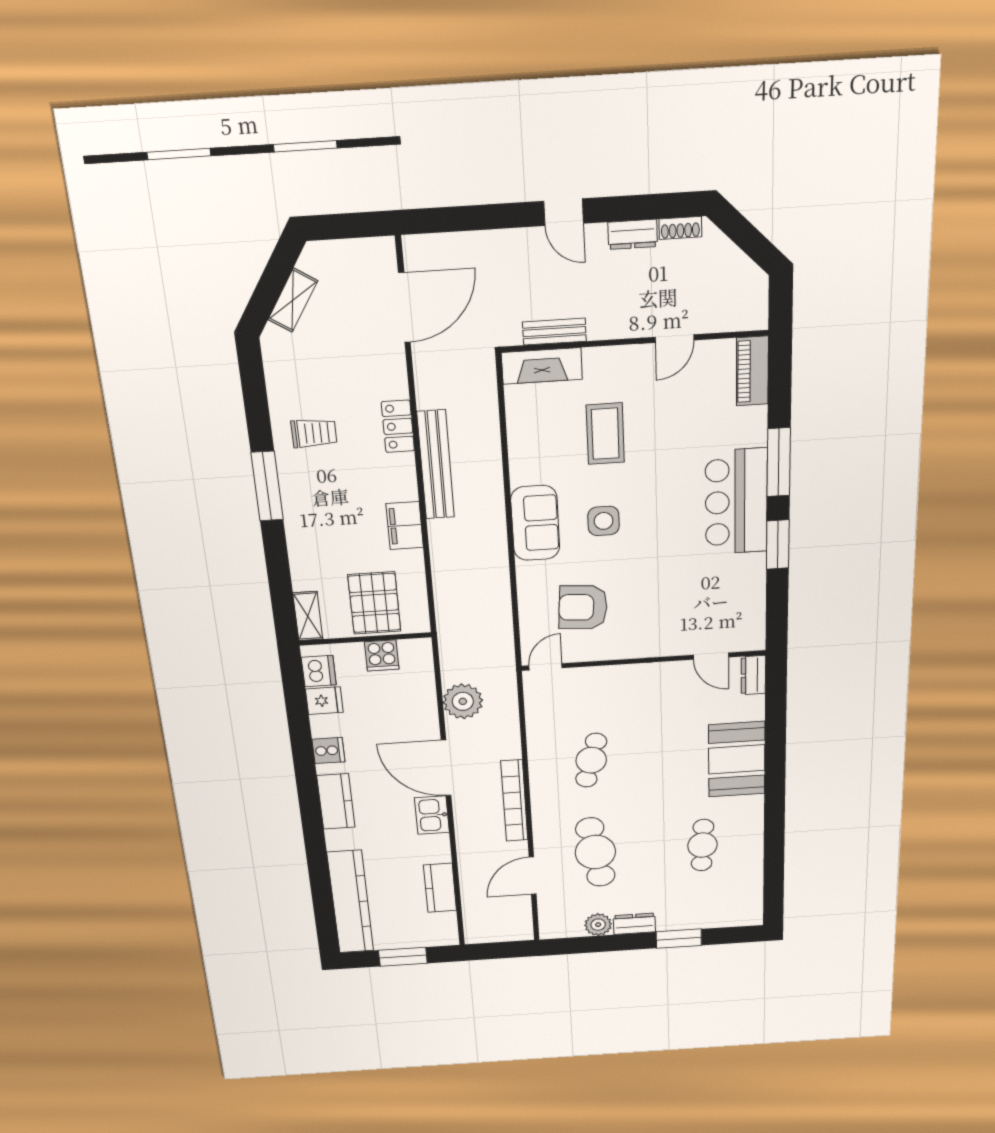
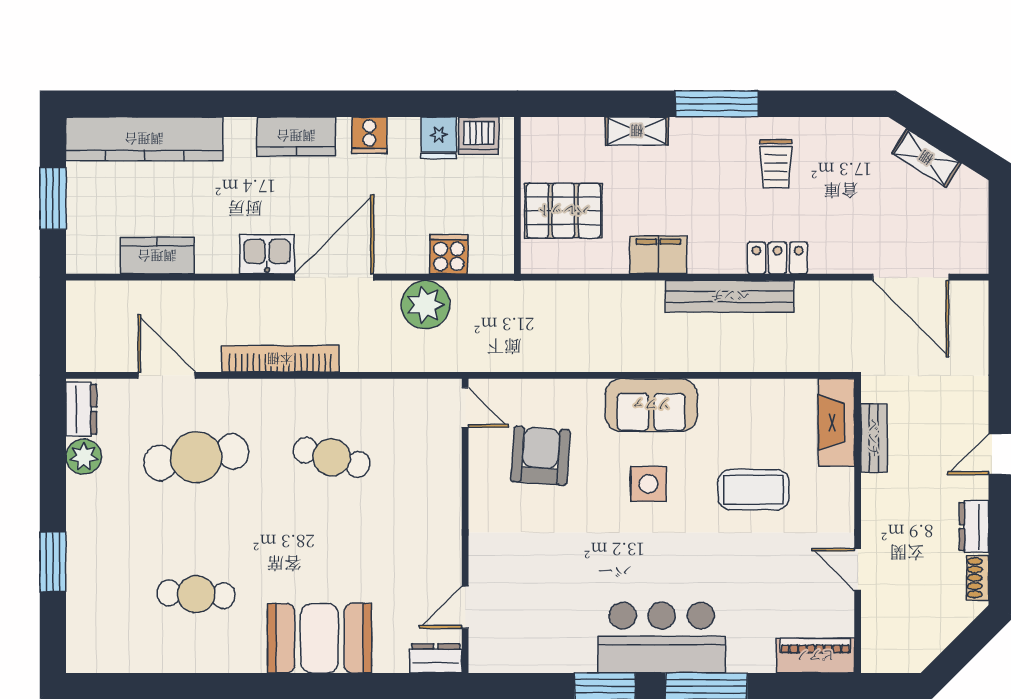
shelving: (308, 616) -> (637, 131), moved
cooker: (382, 655) -> (449, 254), moved, turned 90
dresser: (634, 924) -> (81, 409), moved

